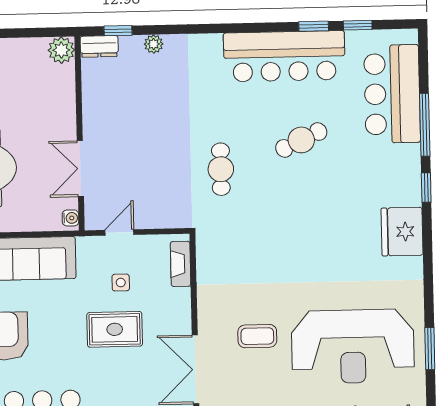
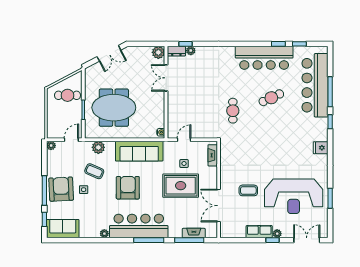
plant: (154, 44) -> (191, 51), moved
bar counter: (392, 94) -> (315, 85), width x1.36
double door: (80, 169) -> (166, 78), moved
fridge: (402, 232) -> (321, 148), width x0.53, depth x0.75
rug: (115, 329) -> (181, 186), width x1.36, depth x1.43

